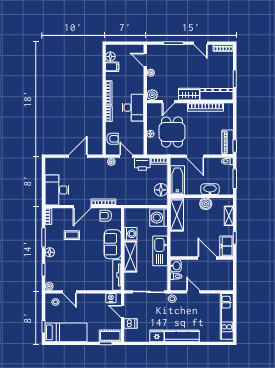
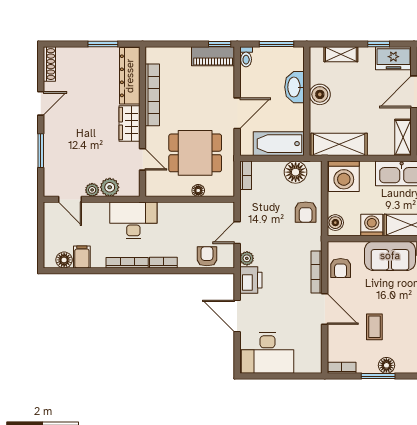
door: (145, 60) -> (70, 199), hinge flipped
plant: (152, 95) -> (110, 187), moved
desk: (133, 108) -> (133, 220), moved
printer: (142, 164) -> (251, 280), moved
desk: (57, 190) -> (268, 353), moved
armchair: (138, 196) -> (306, 212), added
boiler: (132, 213) -> (335, 223), added
floor lamp: (50, 252) -> (386, 365), moved
shelving: (181, 252) -> (403, 137), added

